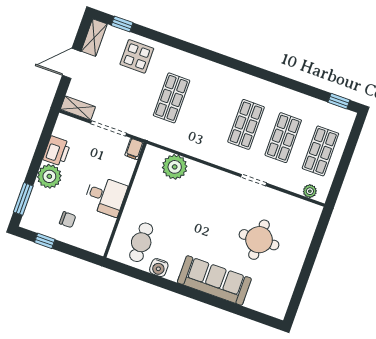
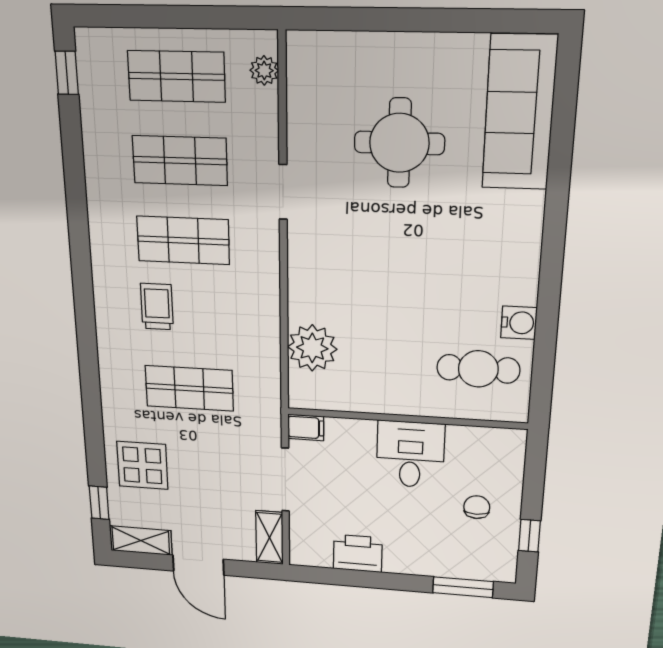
trolley: (218, 98) -> (157, 307), added
plant: (49, 176) -> (407, 555), removed
sofa: (214, 280) -> (519, 113), moved

